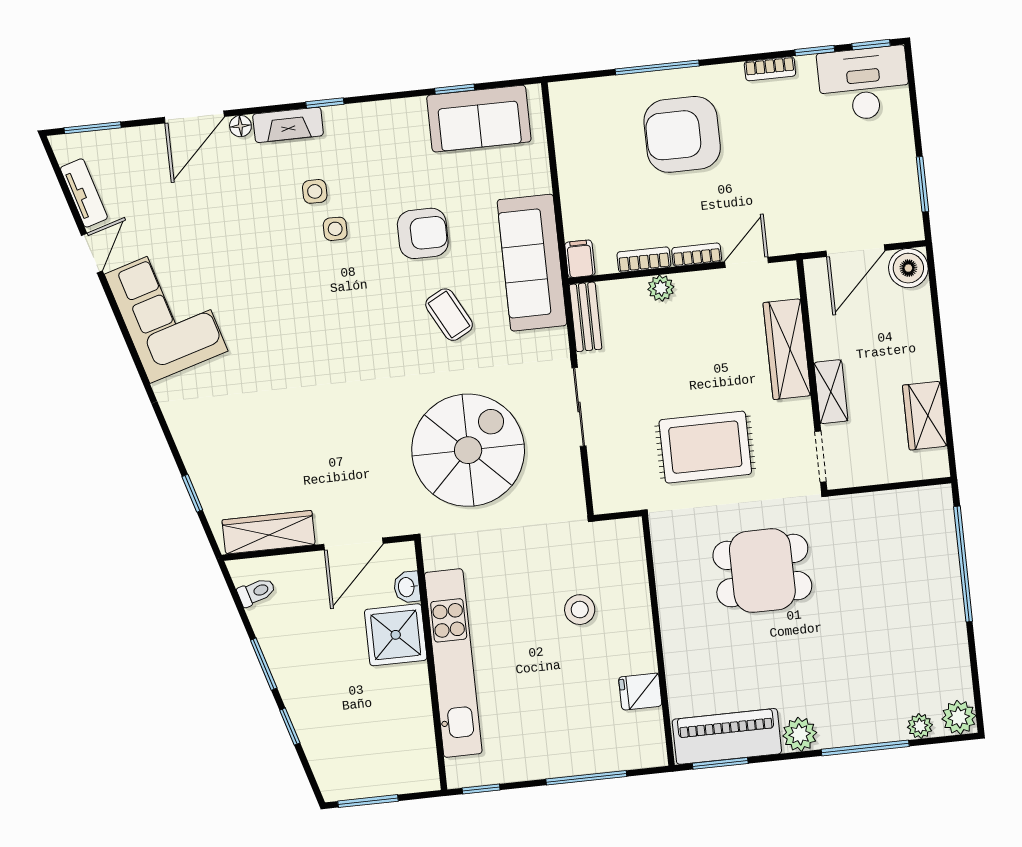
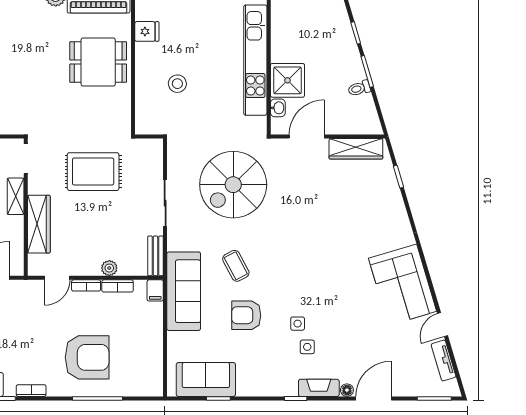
dining table: (762, 571) -> (98, 62), moved
toilet: (256, 592) -> (359, 88), moved

